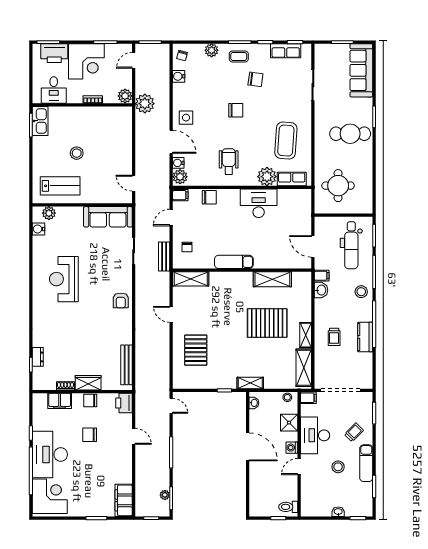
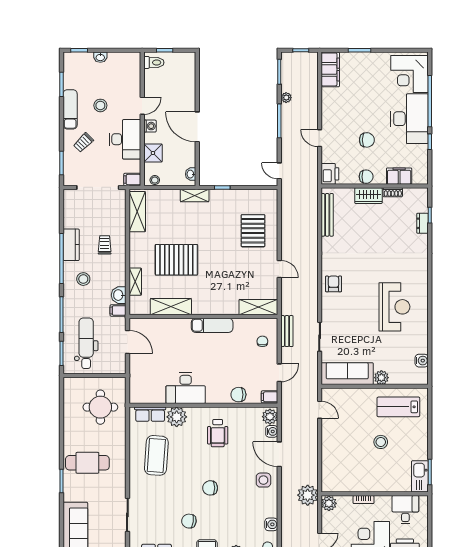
plant: (49, 213) -> (381, 378), moved
stool: (361, 292) -> (83, 279), moved
shelving: (306, 335) -> (135, 282), moved
plant: (165, 495) -> (286, 98), moved

